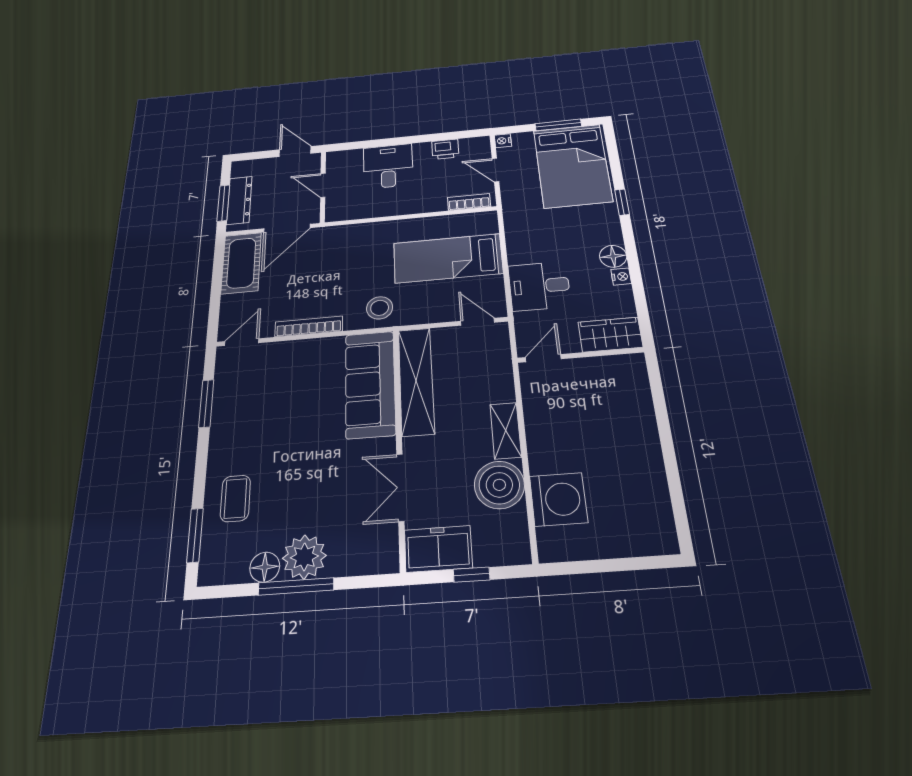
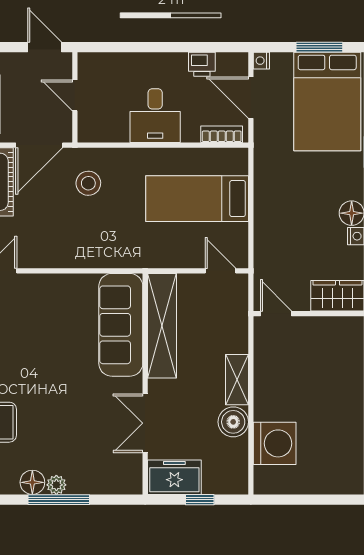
desk: (388, 166) -> (155, 116), moved, turned 180
door: (495, 170) -> (251, 98), width x1.37
desk: (539, 286) -> (280, 239), removed
stool: (380, 308) -> (88, 183), moved
bookcase: (309, 326) -> (64, 260), removed
door: (543, 358) -> (276, 314), hinge flipped
boiler: (499, 485) -> (233, 422), width x0.73, depth x0.73
plant: (304, 557) -> (56, 485), width x0.53, depth x0.53

